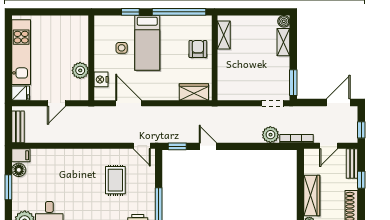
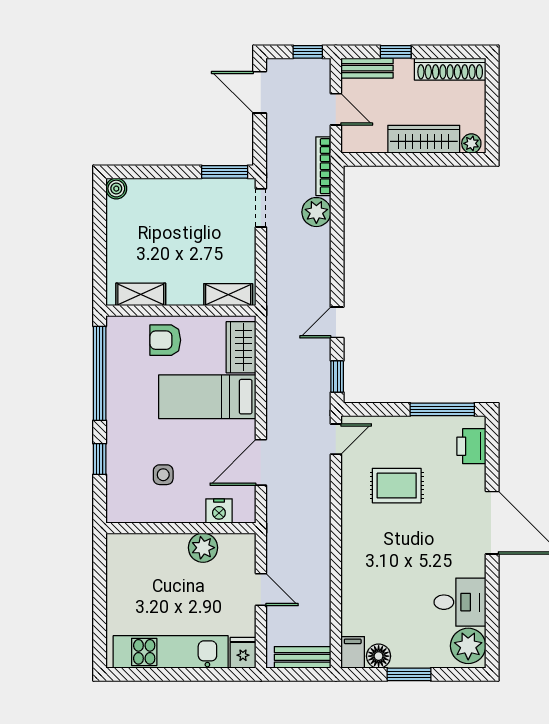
shelving: (283, 42) -> (228, 295), moved
bed: (147, 43) -> (207, 397), moved, turned 180

